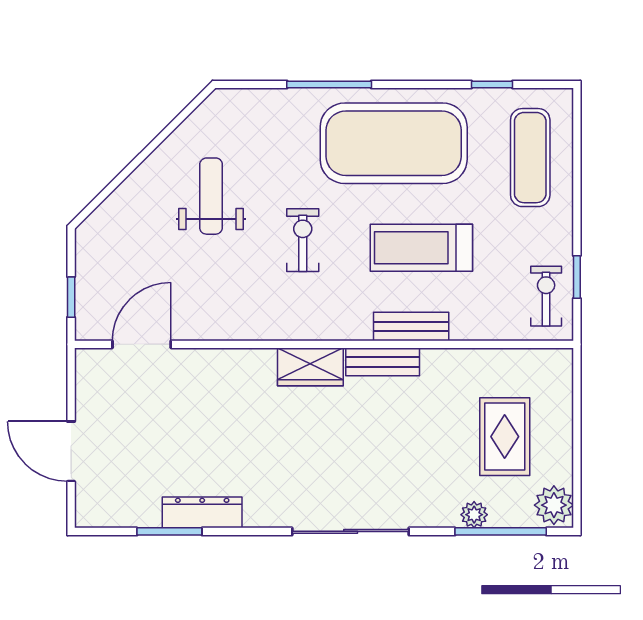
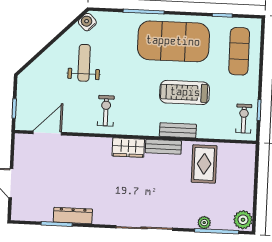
water cooler: (214, 111) -> (87, 22), added
exercise bike: (303, 240) -> (106, 111), moved
rug: (505, 437) -> (204, 164), moved

